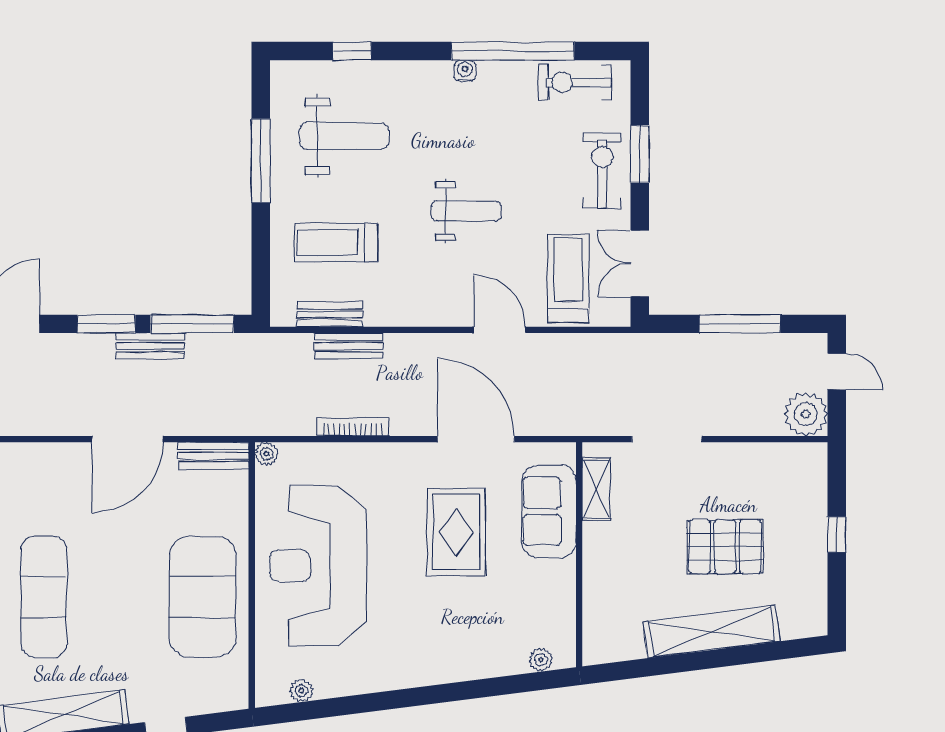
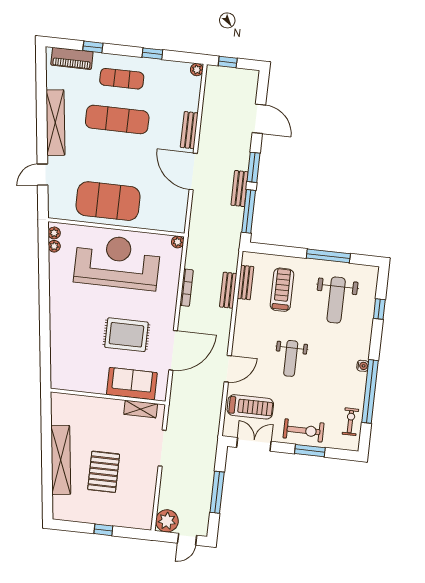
exercise bike: (575, 82) -> (350, 422), width x0.73, depth x0.72
bench: (213, 456) -> (189, 130), moved
plant: (541, 660) -> (54, 233), moved

